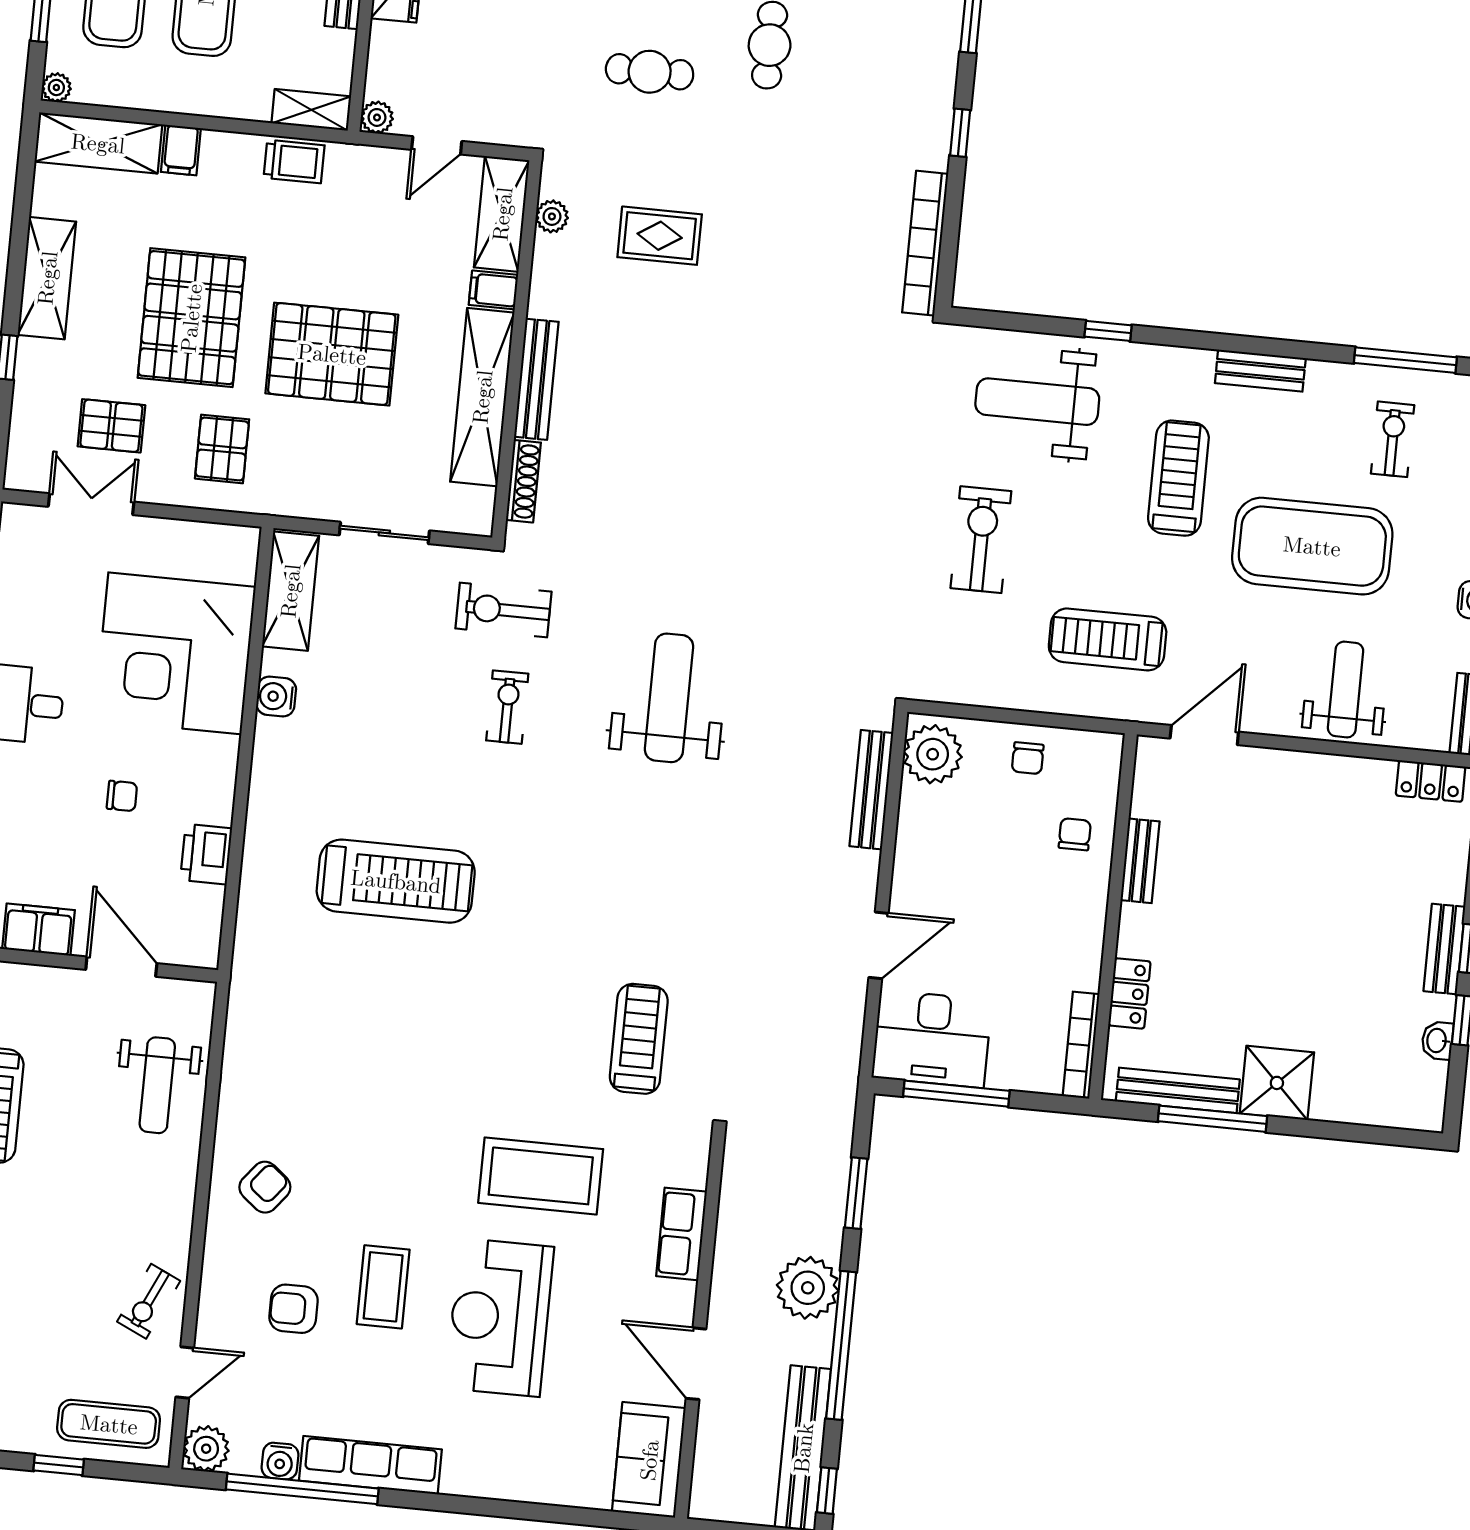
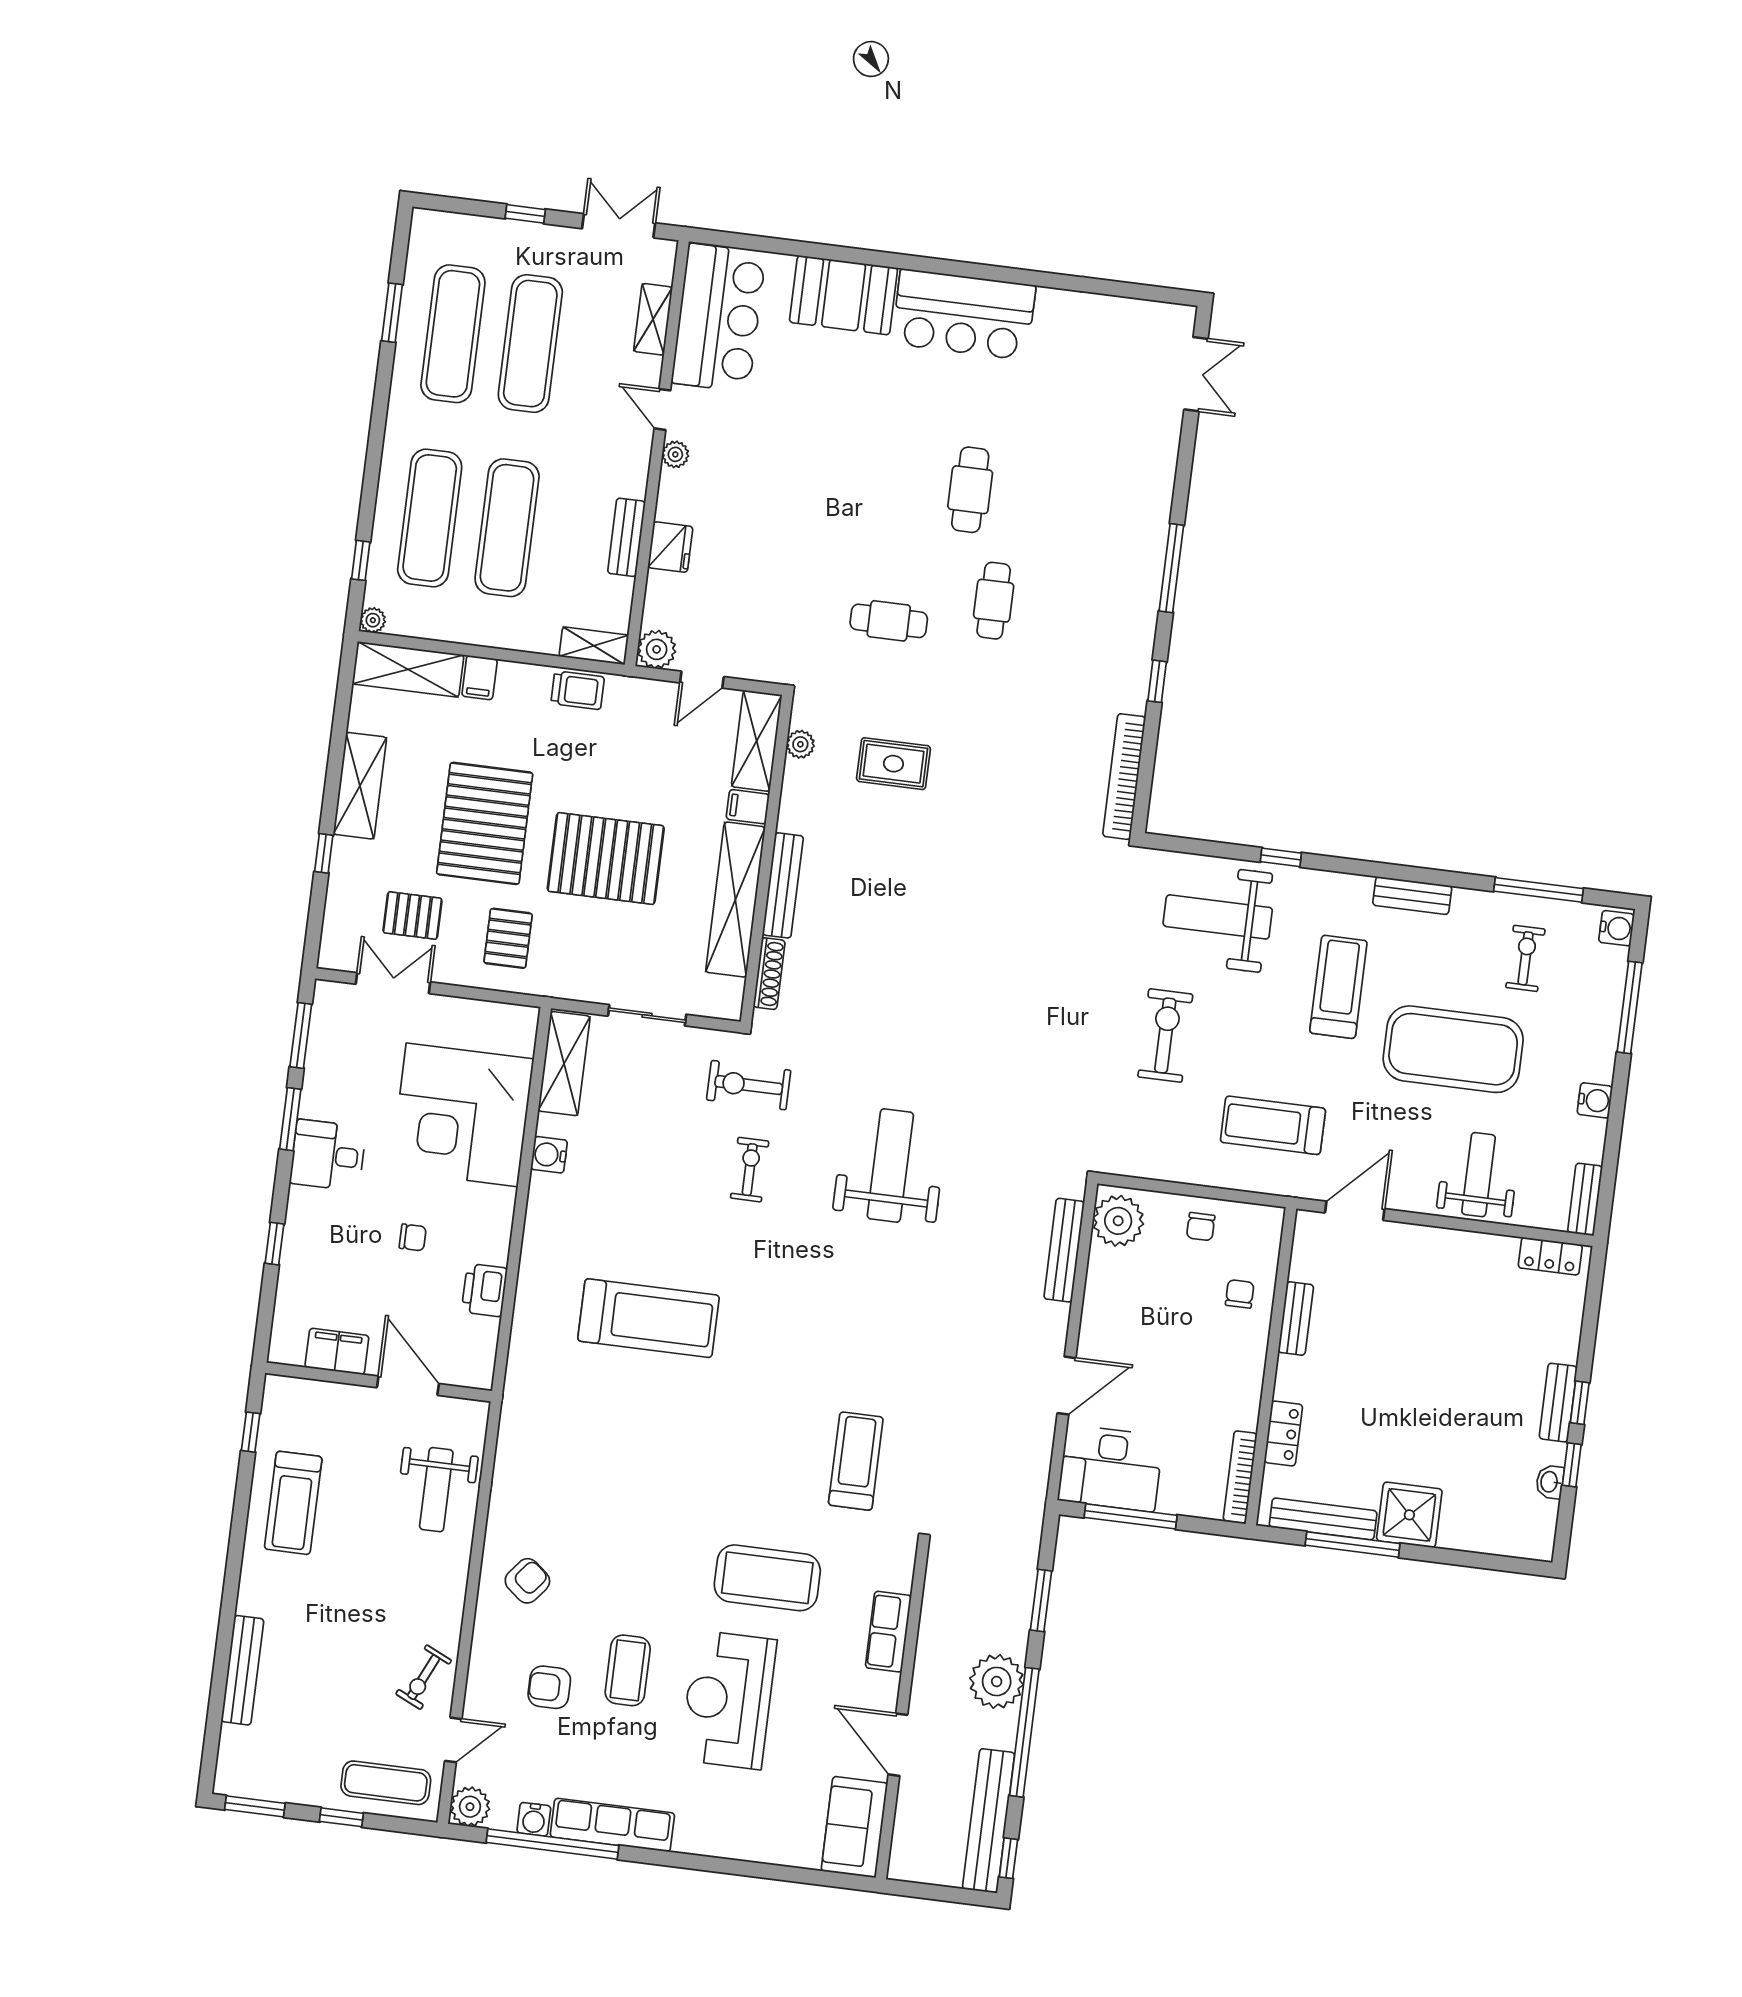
plant: (377, 117) -> (657, 649), width x1.38, depth x1.38

